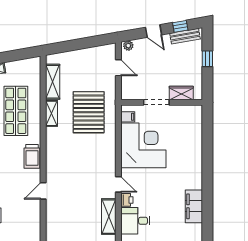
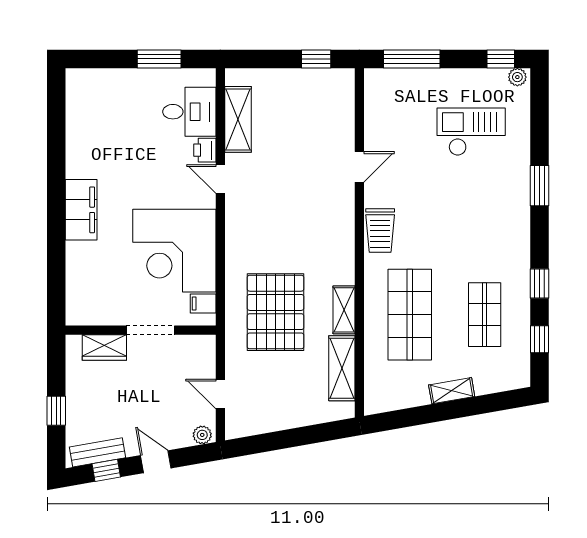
trolley: (32, 156) -> (380, 231), turned 180
filing cabinet: (194, 206) -> (81, 210), moved

